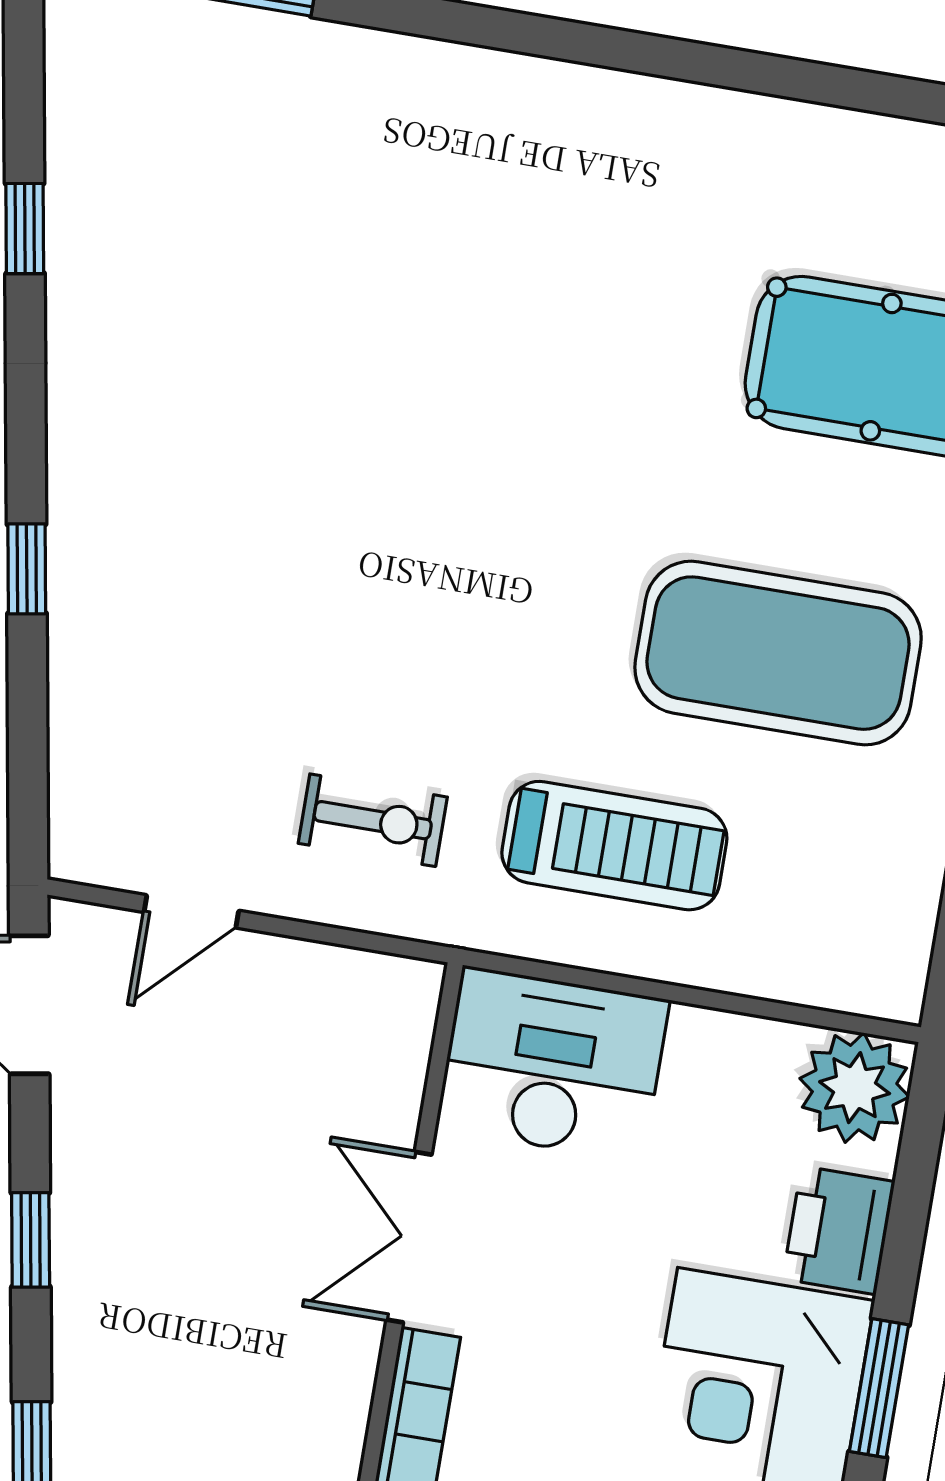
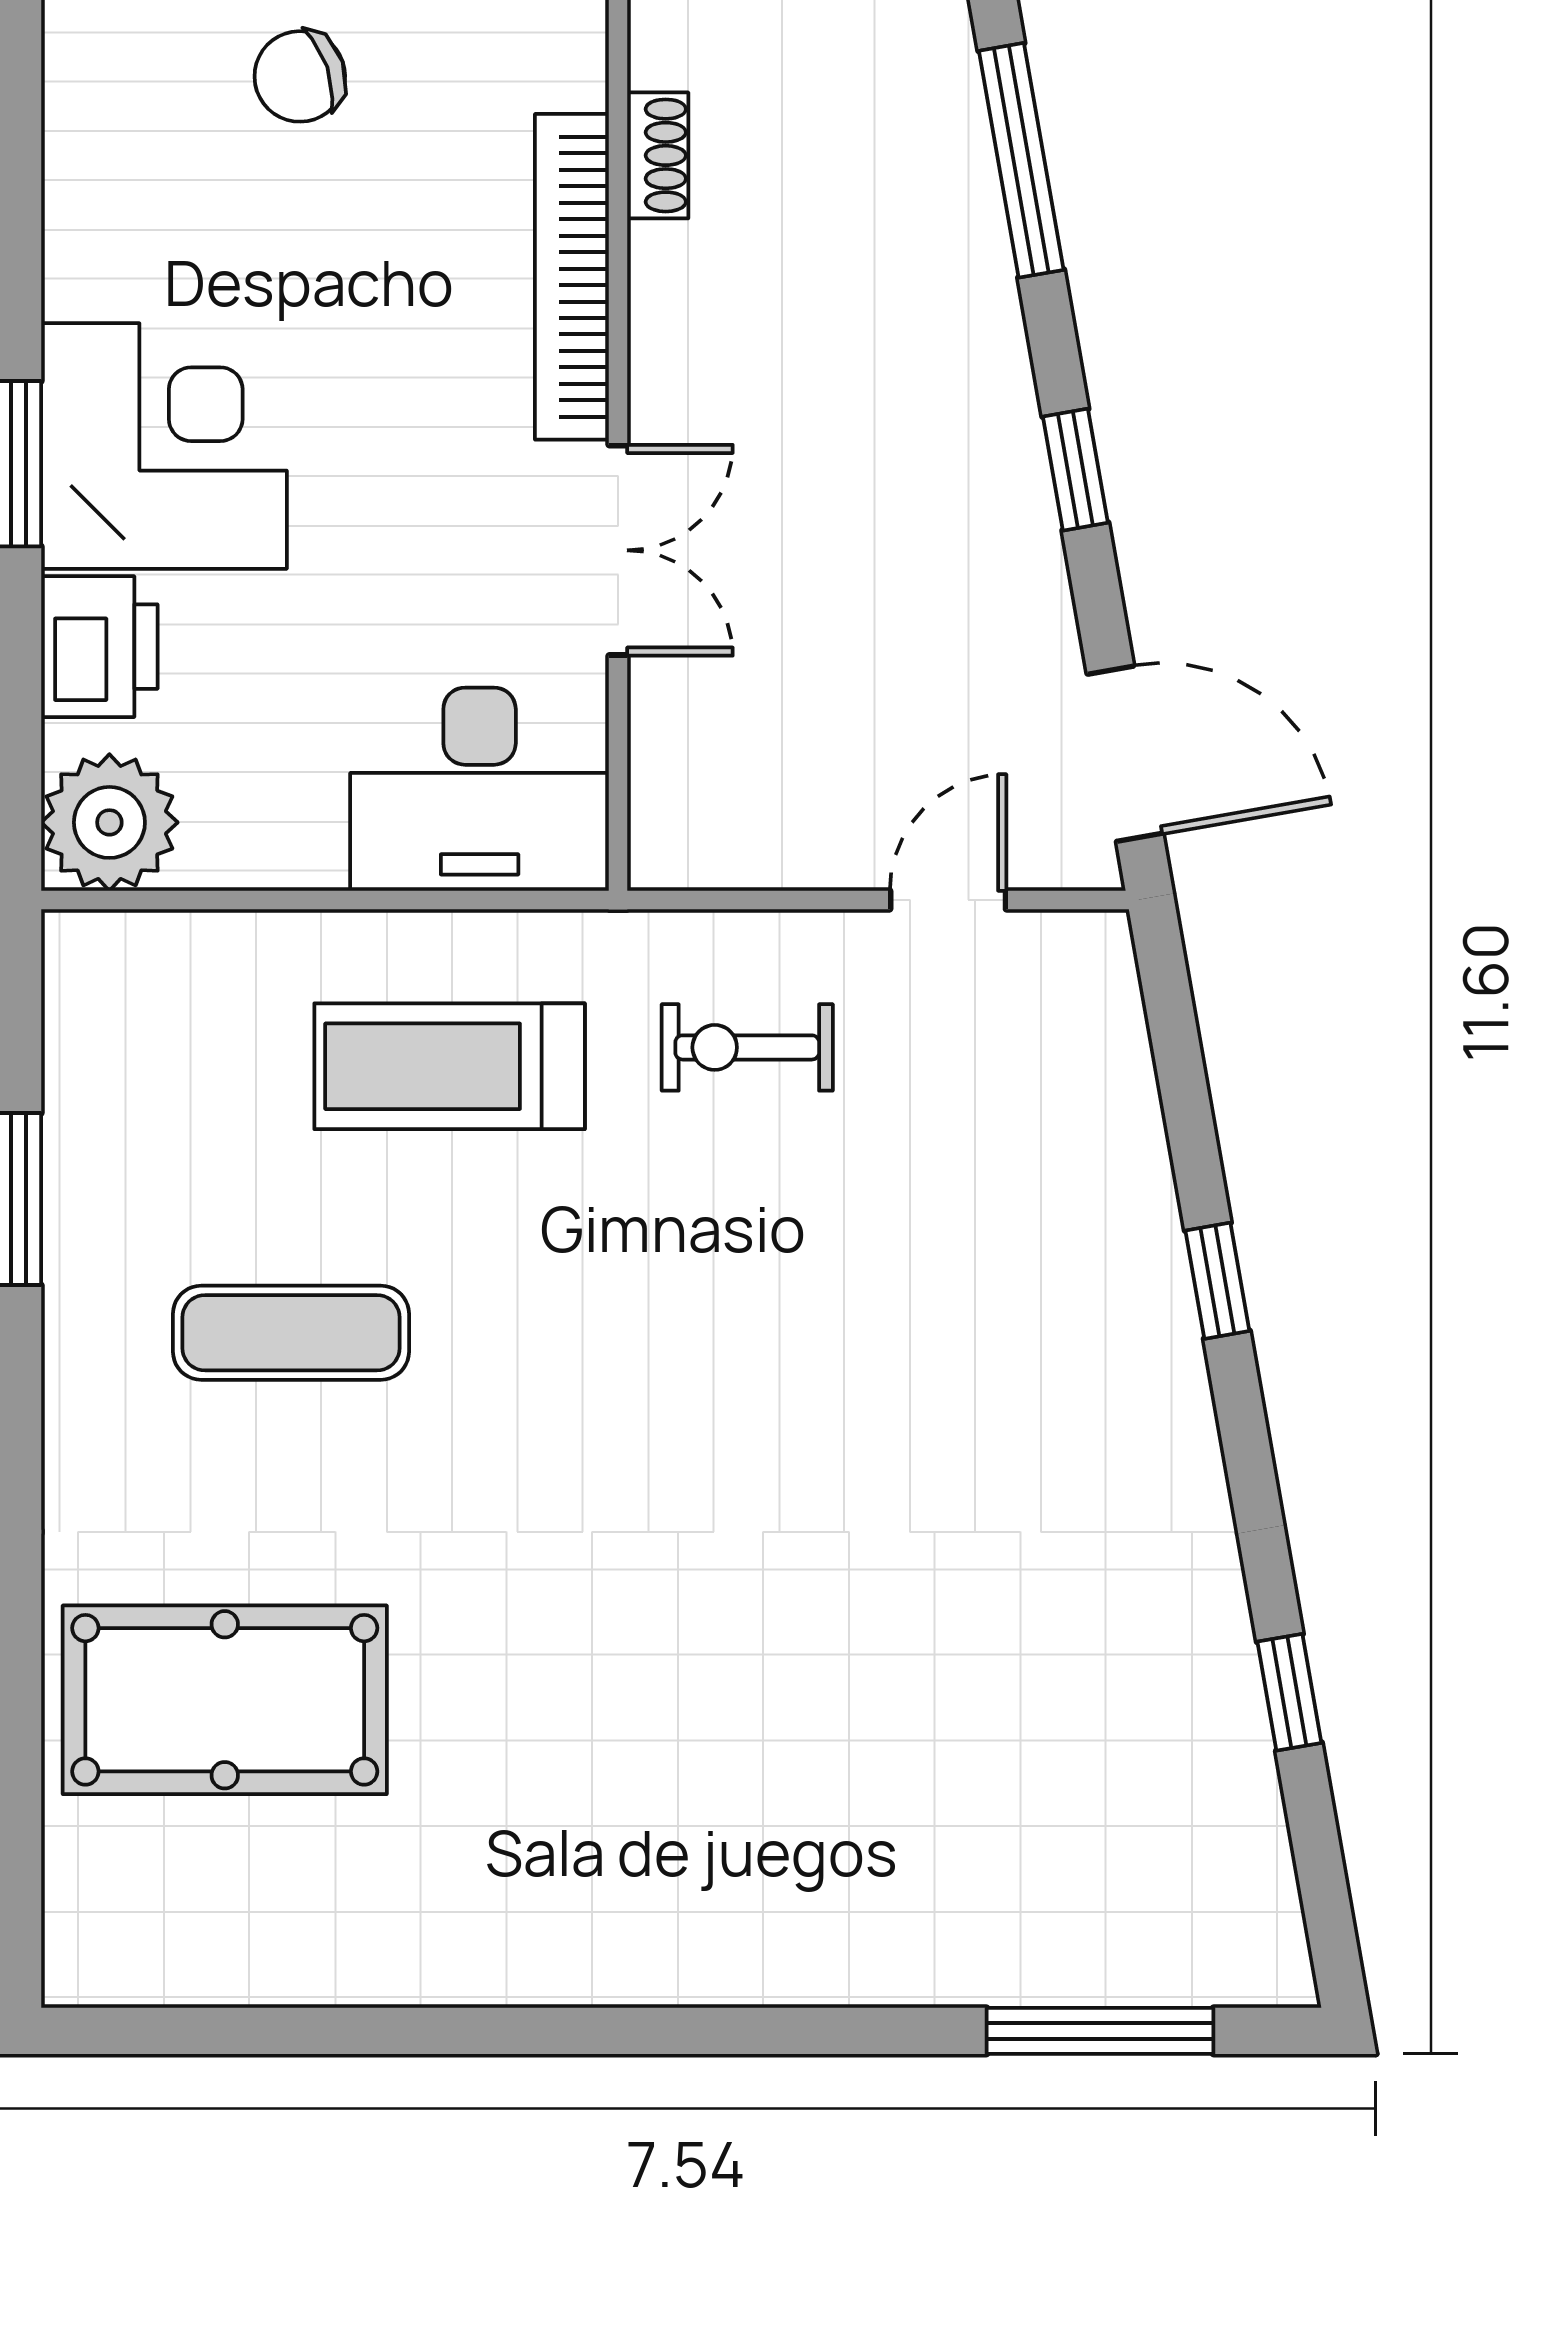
exercise mat: (778, 653) -> (291, 1333), width x0.50, depth x0.69

